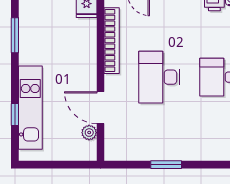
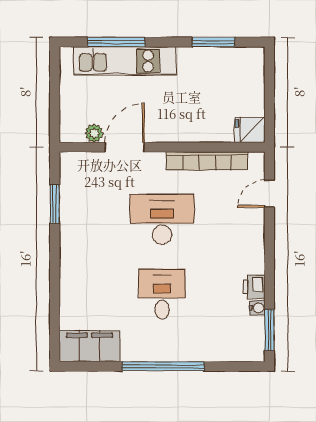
window: (15, 114) -> (116, 42), width x2.17
window: (166, 165) -> (55, 204), moved

